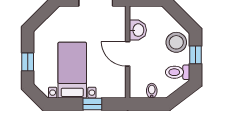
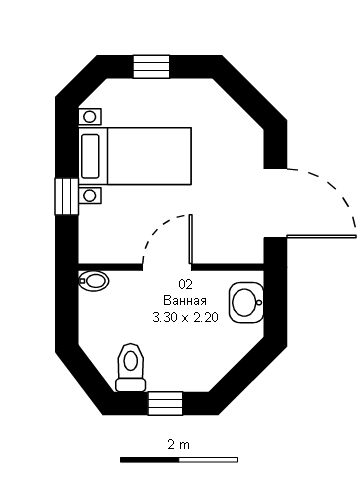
washbasin: (138, 30) -> (247, 303), moved, turned 90
stool: (176, 42) -> (191, 365), removed
bidet: (152, 91) -> (93, 281), moved

